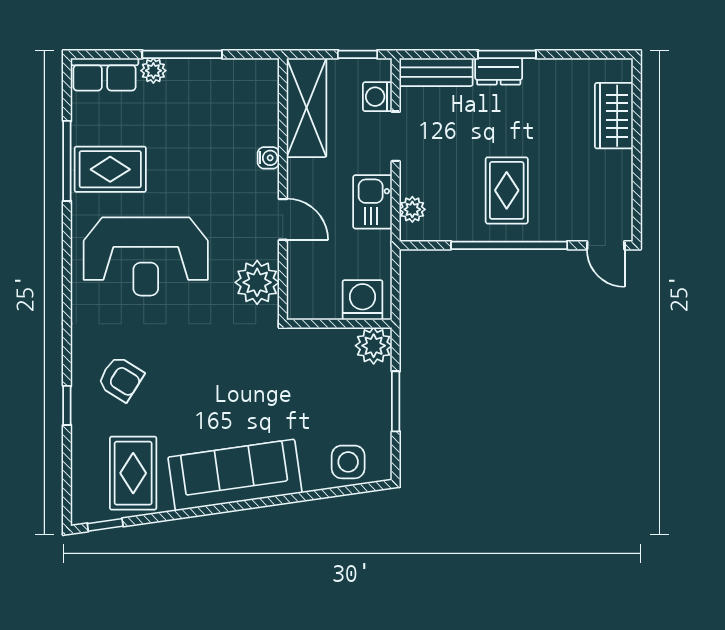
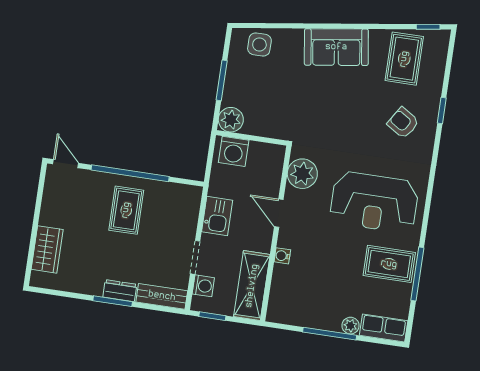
plant: (412, 209) -> (191, 207), removed
reception desk: (146, 256) -> (374, 202), turned 180
sofa: (235, 475) -> (336, 47), width x0.73

